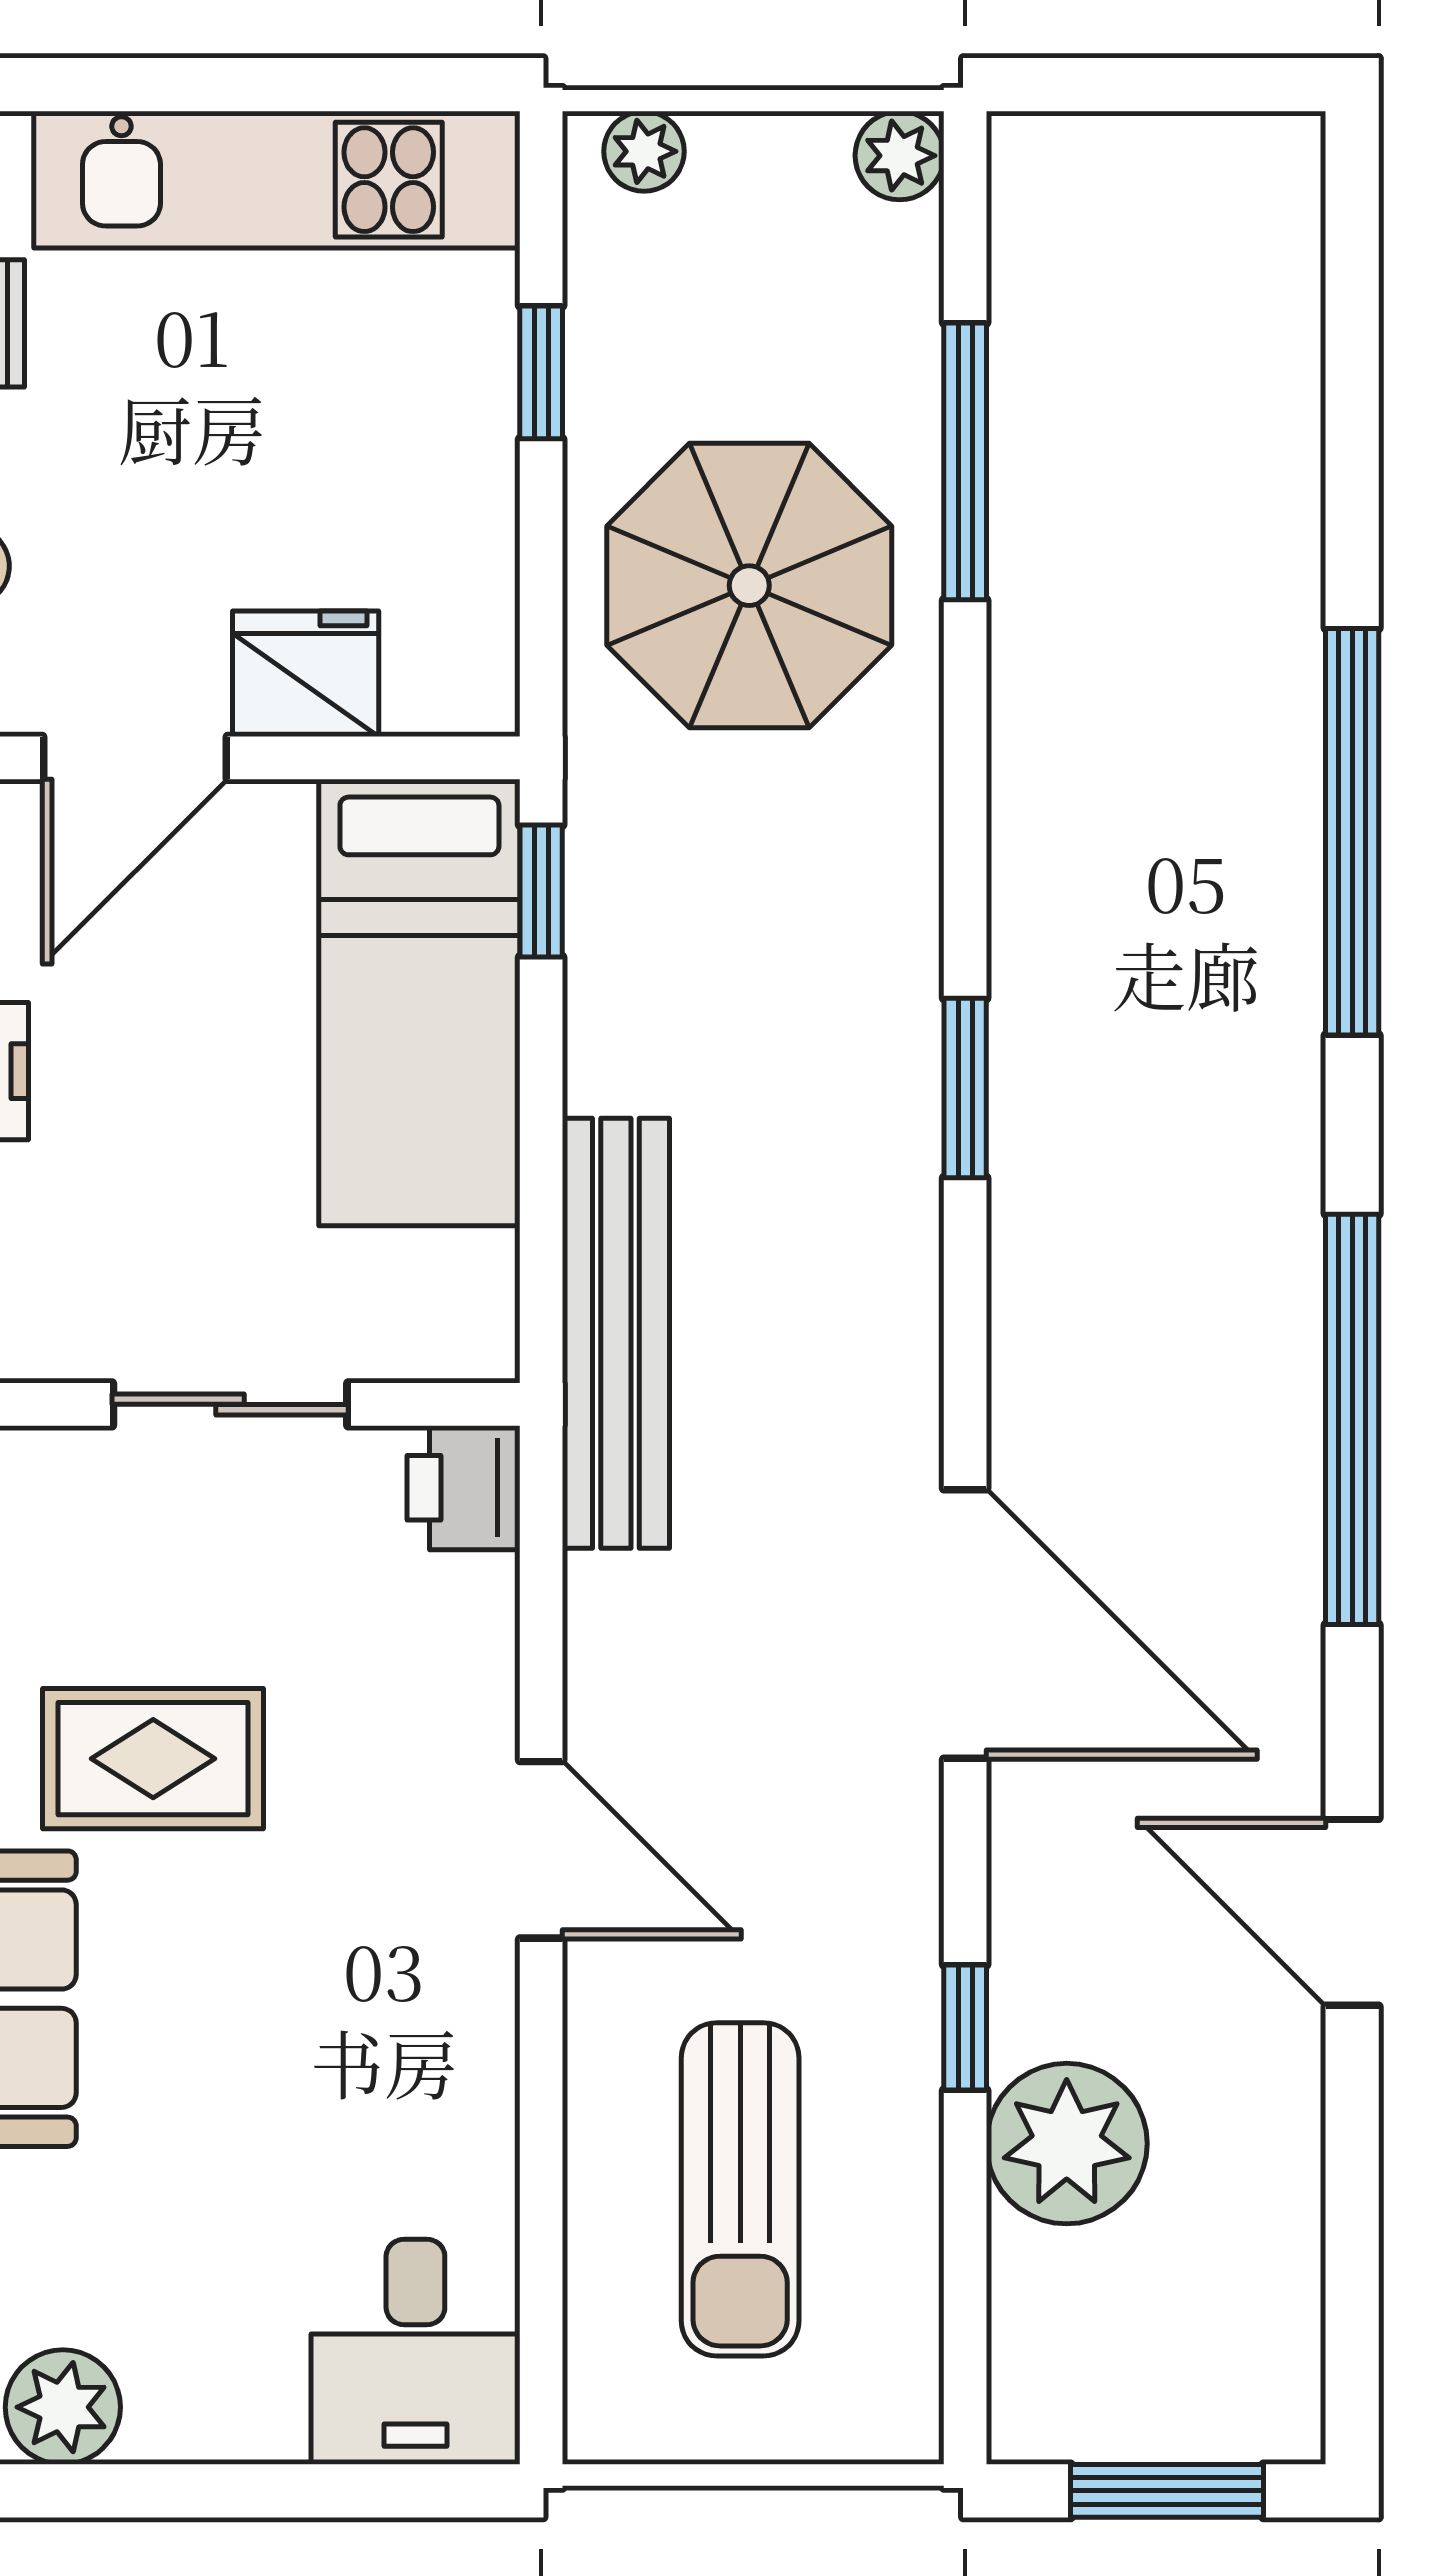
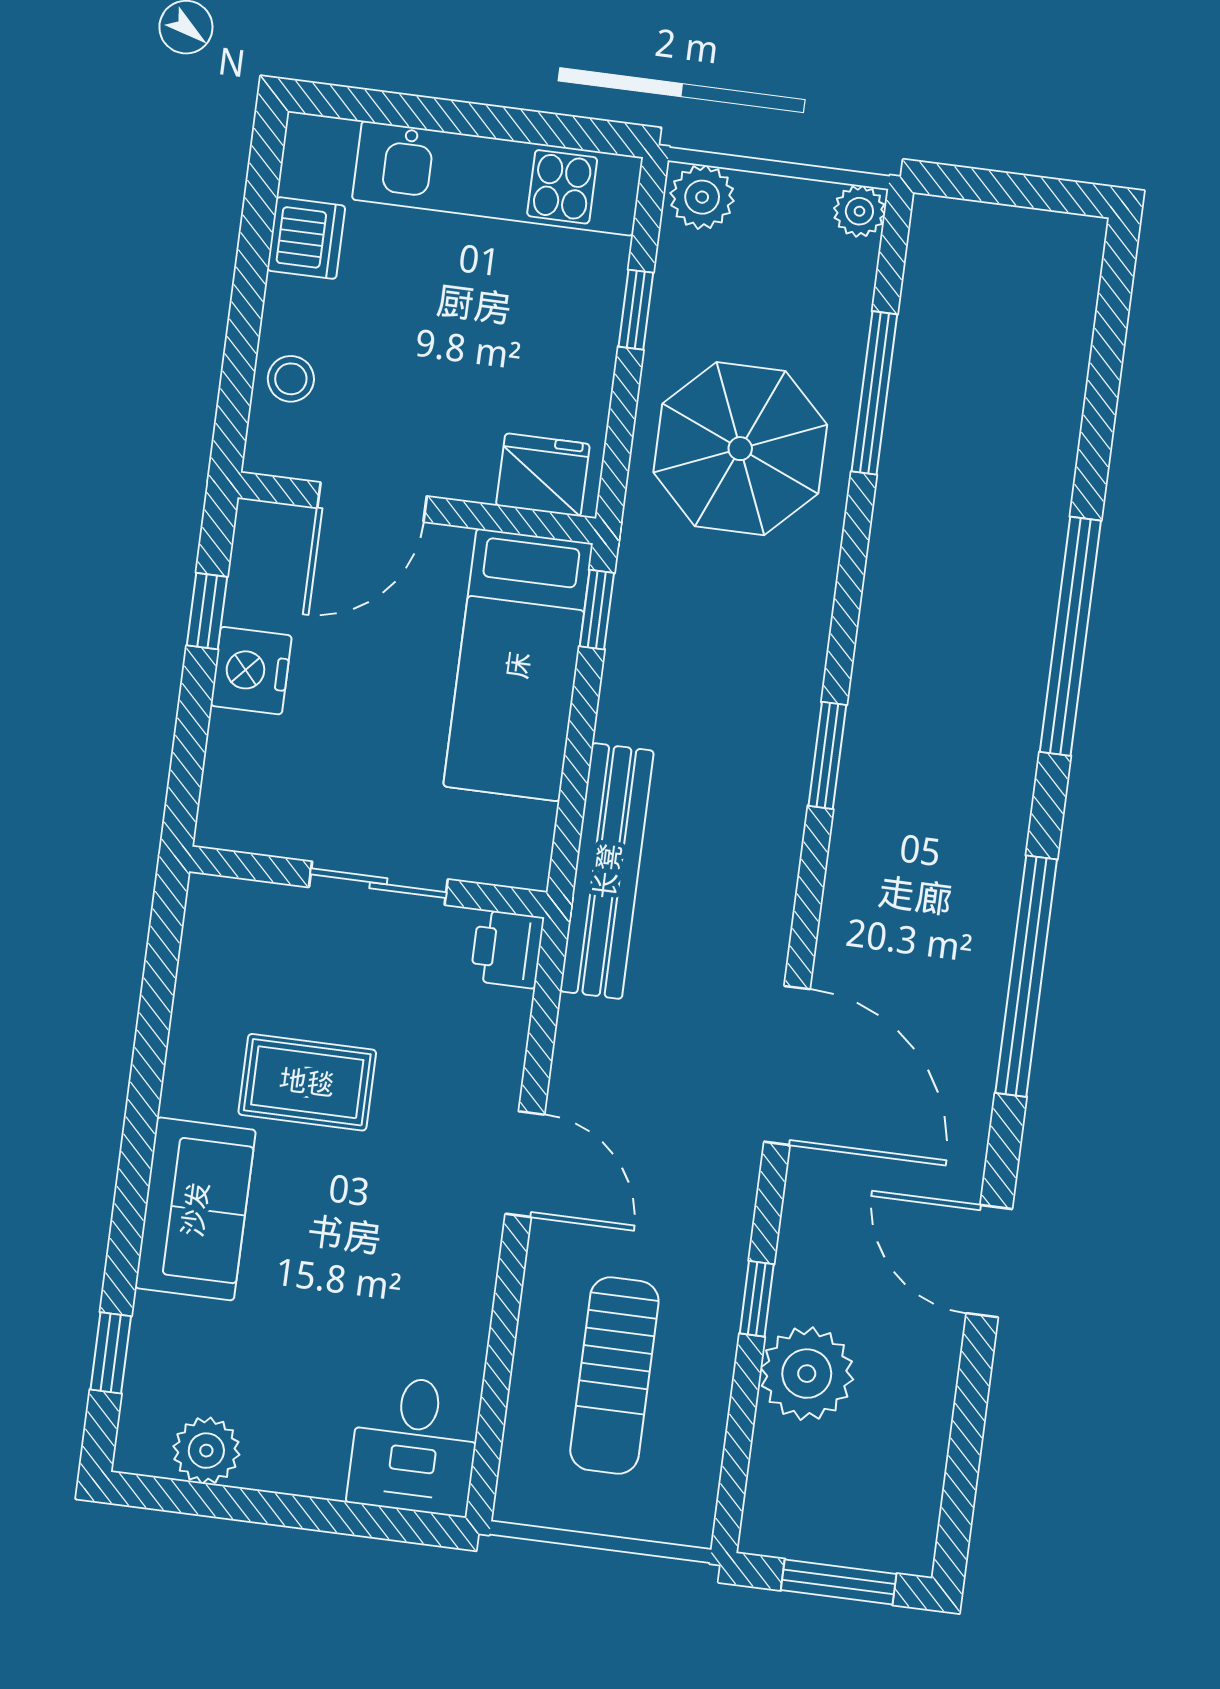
plant: (644, 151) -> (702, 197), width x1.38, depth x1.38
fridge: (306, 674) -> (543, 475), moved

